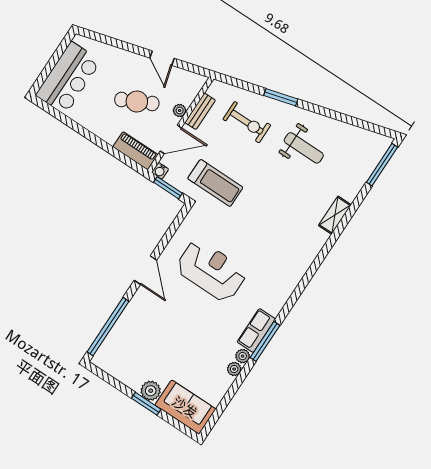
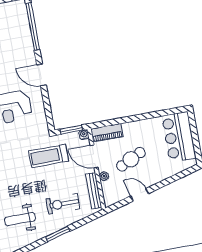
bench: (200, 111) -> (94, 191), width x1.36
door: (171, 139) -> (94, 156), hinge flipped

